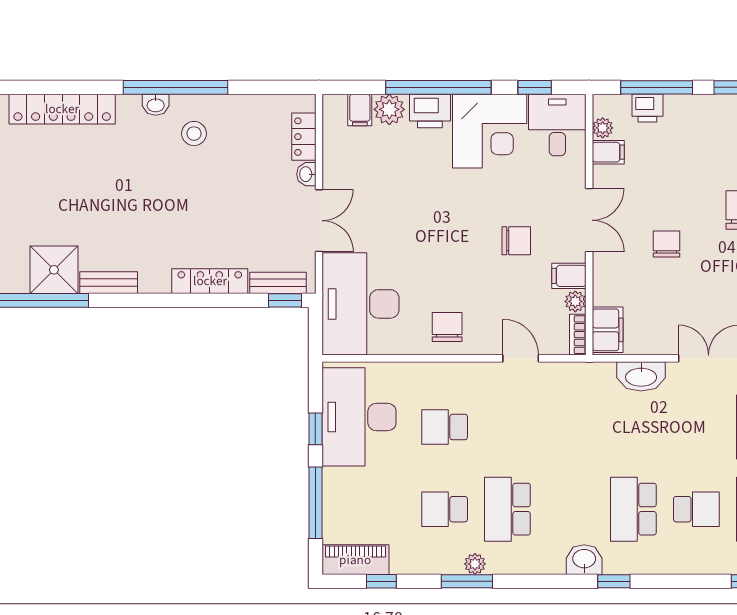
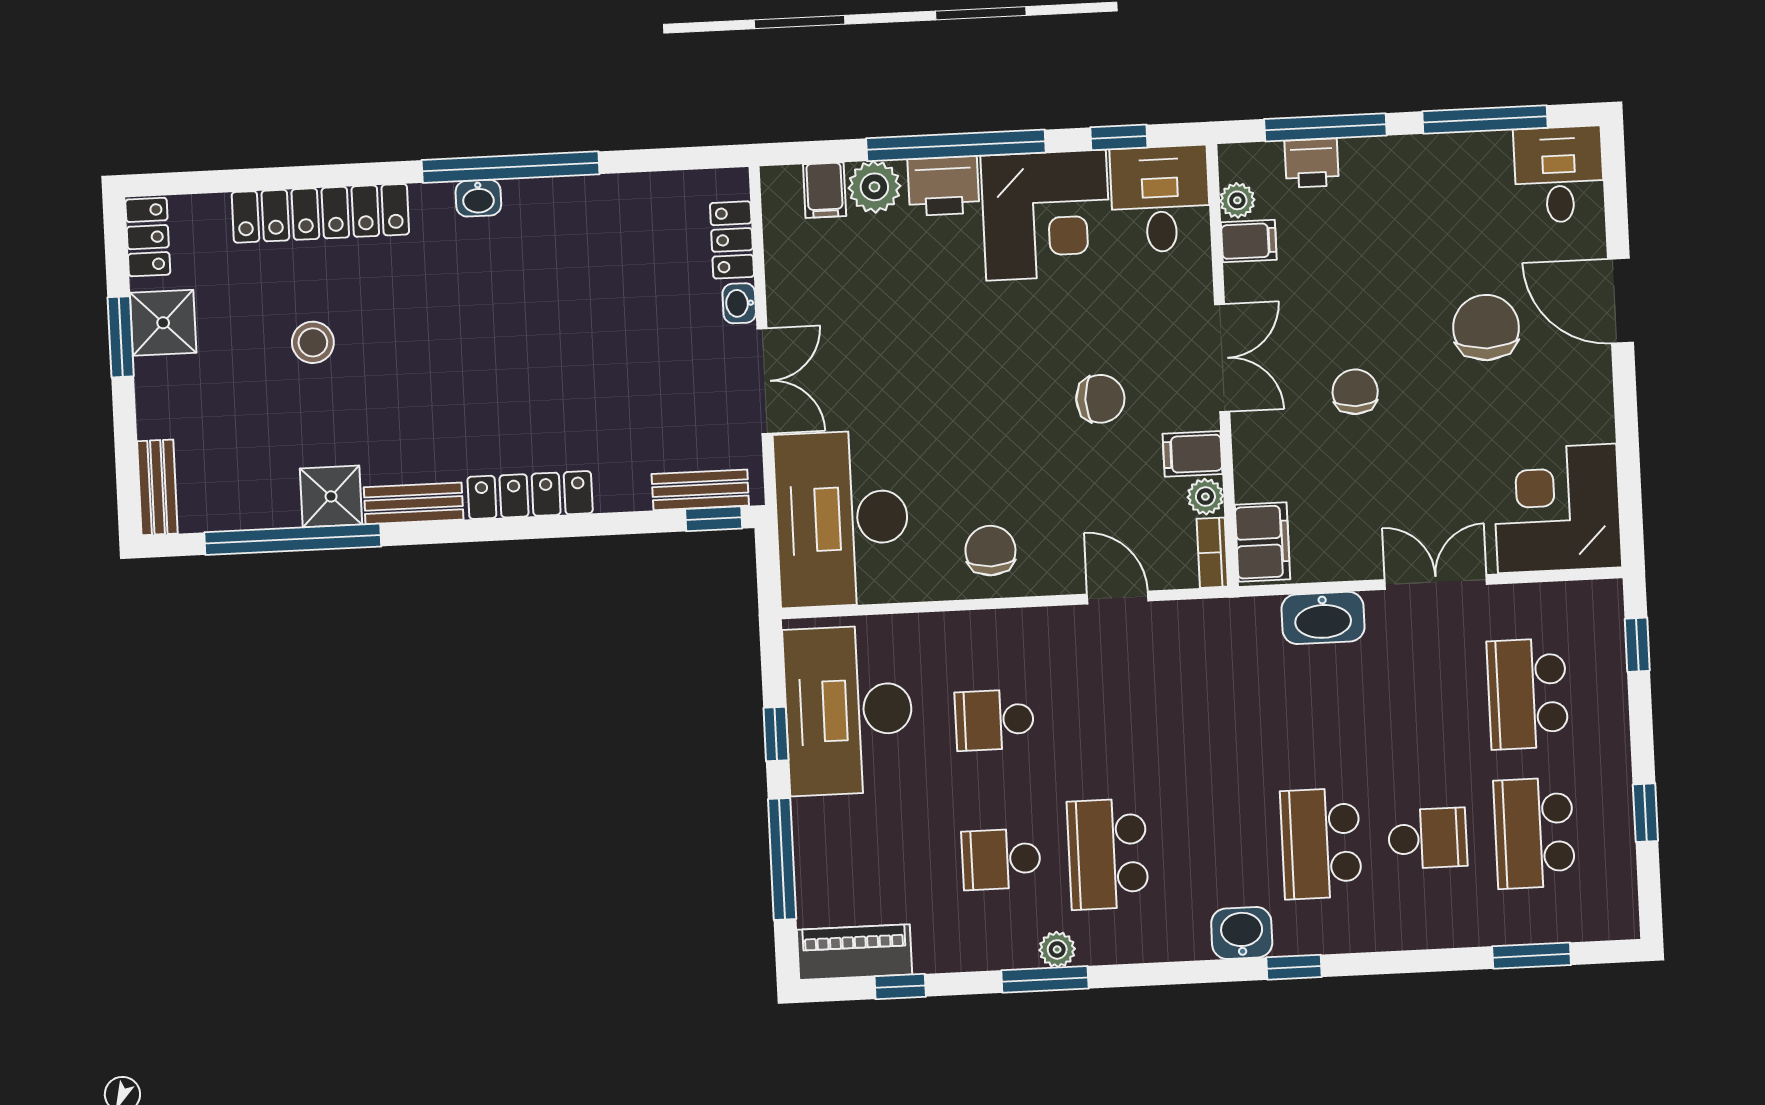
stool: (194, 134) -> (313, 342), moved
shower: (54, 270) -> (331, 496), width x0.73, depth x0.73
locker: (210, 281) -> (530, 495), moved

